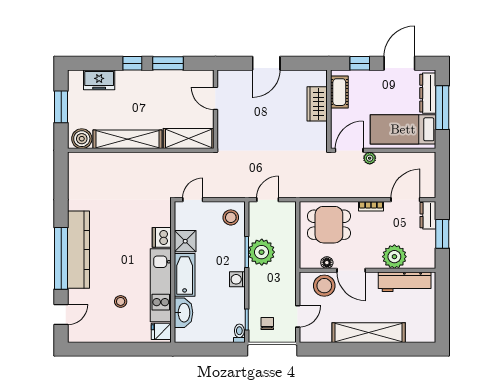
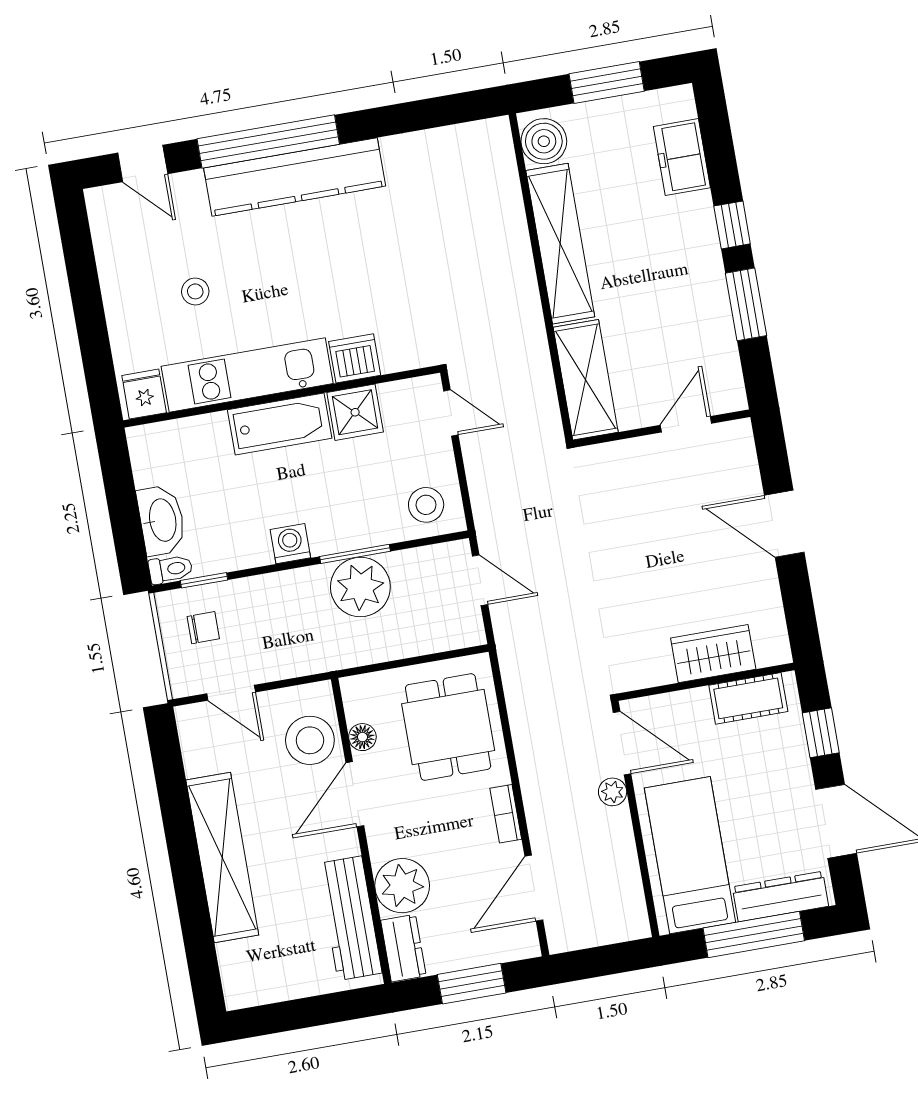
door: (405, 200) -> (534, 888), swing flipped
dresser: (428, 215) -> (403, 948), moved, turned 90
washbasin: (183, 313) -> (161, 520), moved, turned -90

